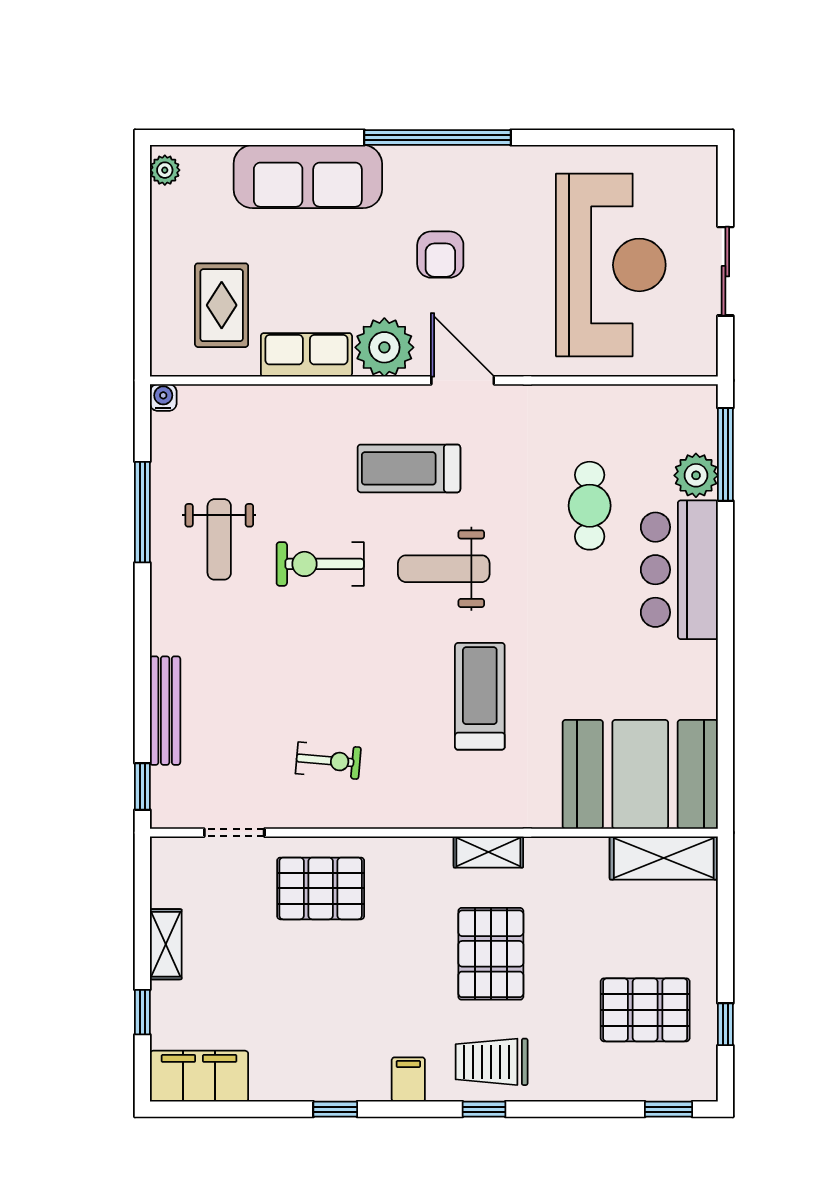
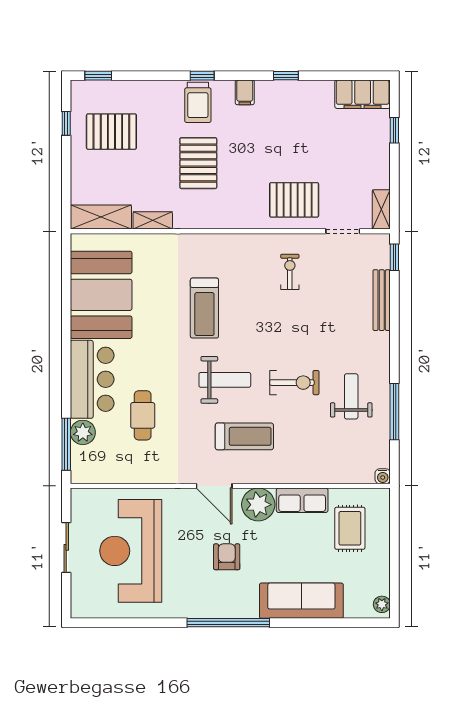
exercise bike: (328, 761) -> (290, 272), turned 85
booth: (640, 774) -> (101, 295), moved, turned 90
shelving: (488, 852) -> (153, 220), moved
shelving: (166, 944) -> (381, 209), moved
trolley: (492, 1062) -> (198, 102), turned 90

